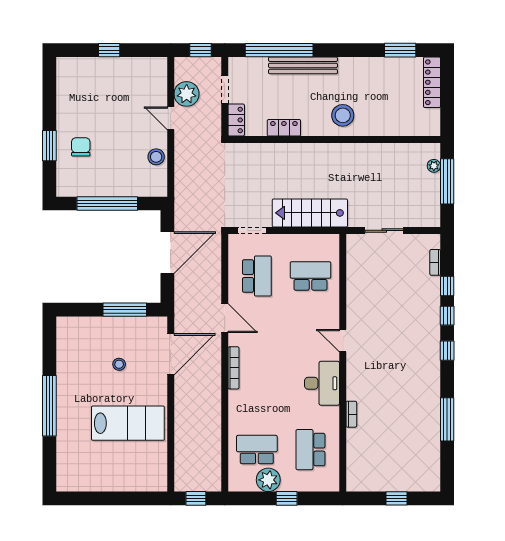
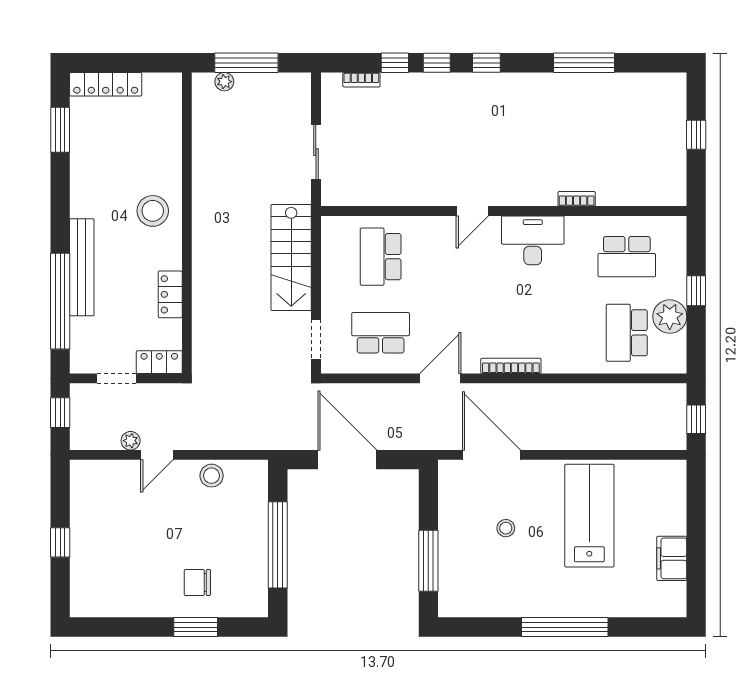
plant: (187, 94) -> (131, 441), width x0.53, depth x0.53
window: (125, 310) -> (428, 561), moved
filing cabinet: (98, 481) -> (672, 558), added

